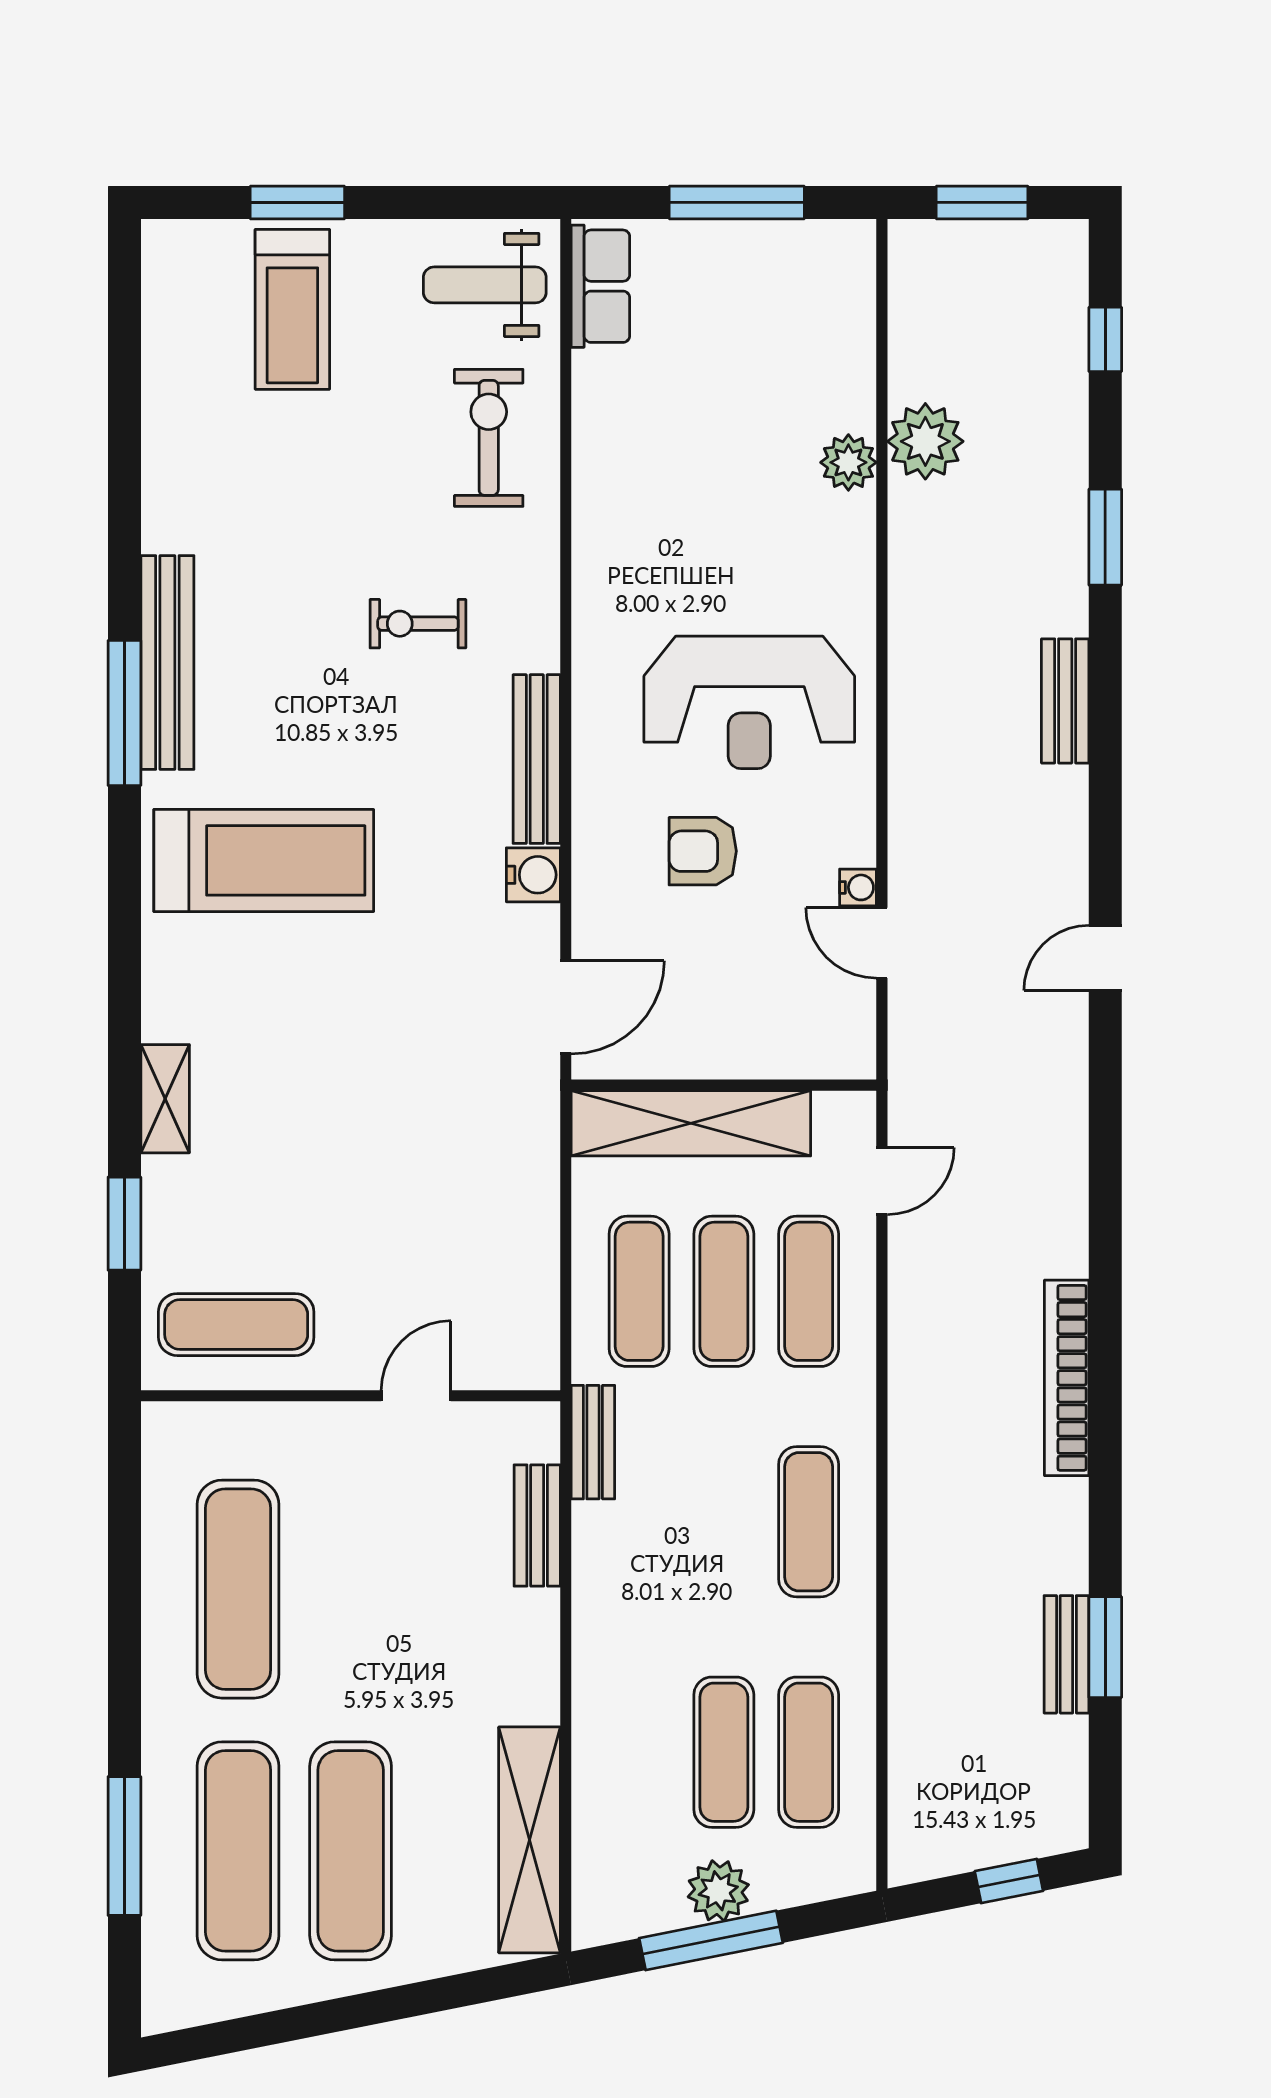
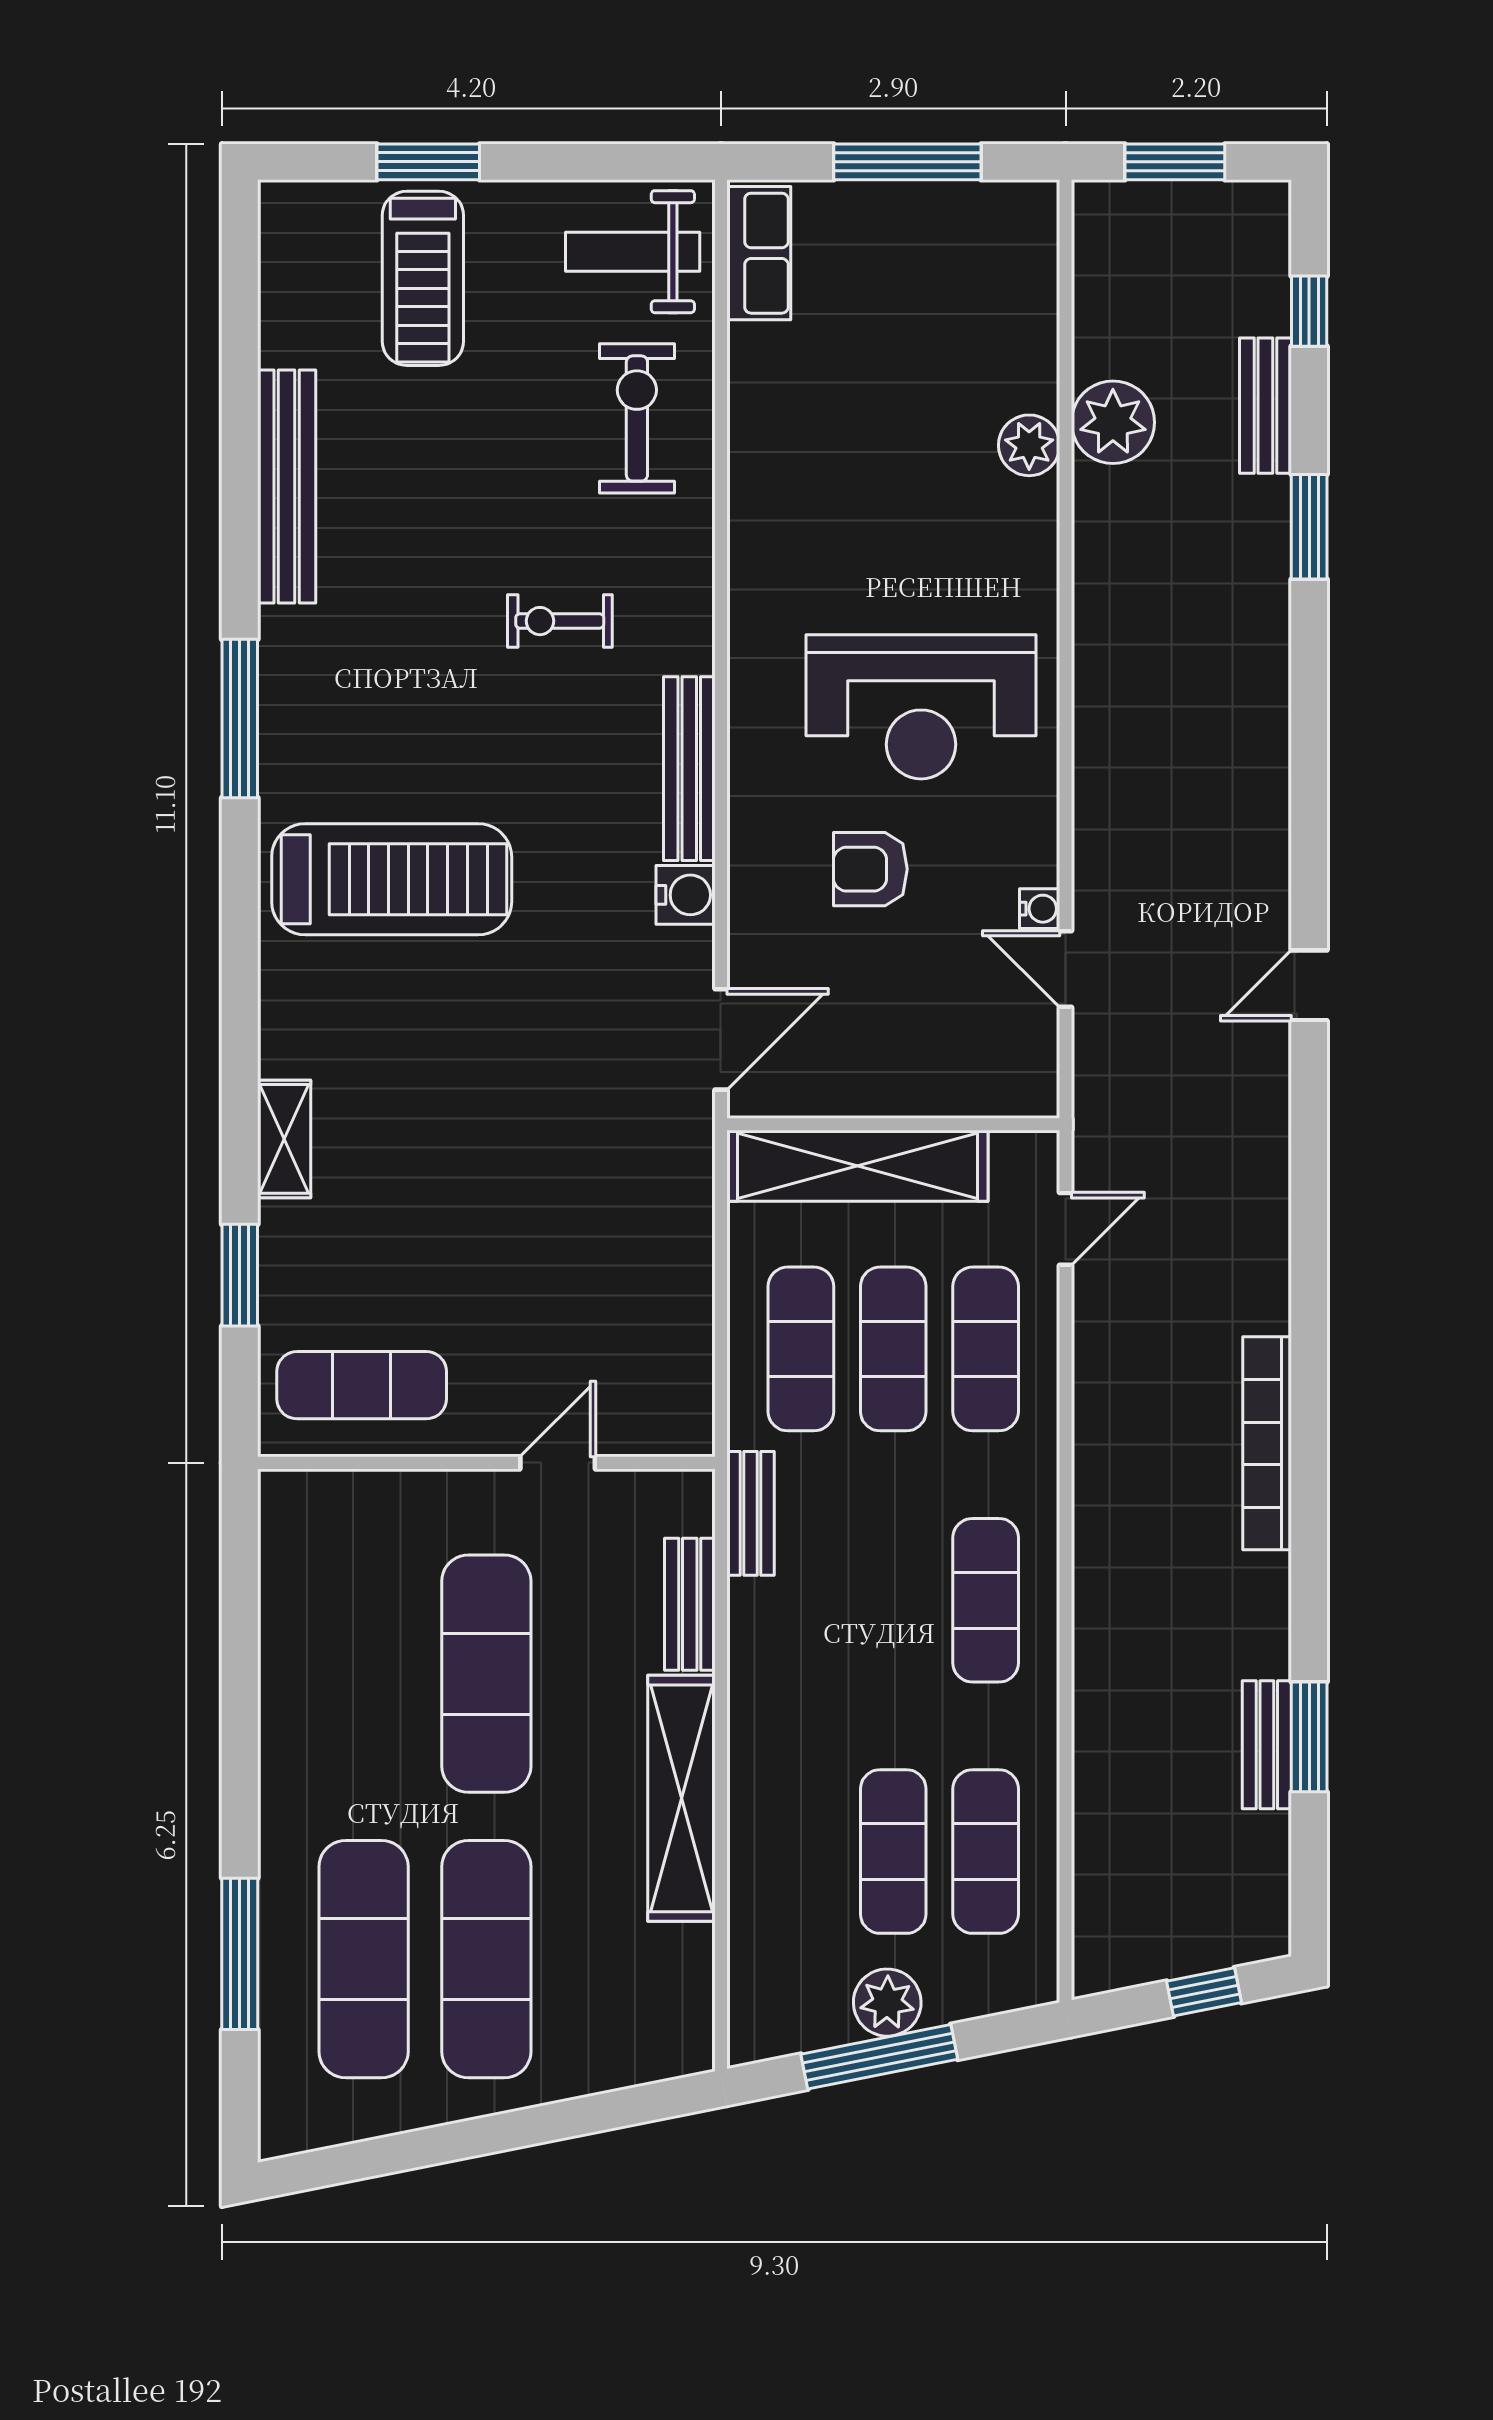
bench: (167, 662) -> (287, 487), moved
bench: (1065, 701) -> (1265, 406), moved
exercise mat: (238, 1589) -> (486, 1674), moved
shelving: (530, 1840) -> (681, 1798), moved

